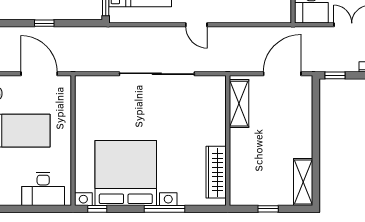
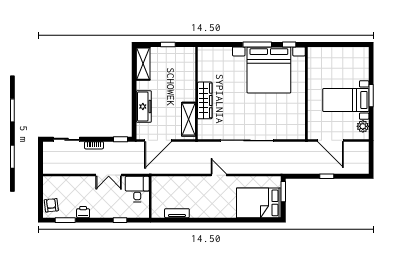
freezer: (302, 122) -> (144, 106), added
wardrobe: (216, 172) -> (205, 100), moved
desk: (43, 189) -> (328, 59), removed
window: (165, 209) -> (257, 44), moved

